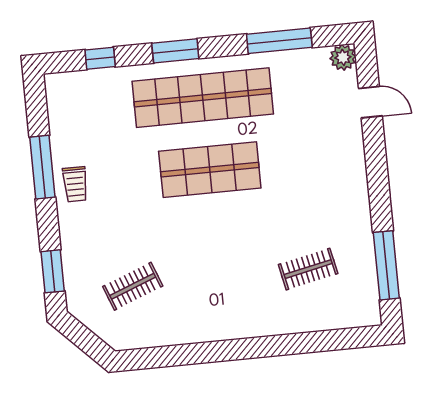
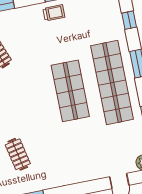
trolley: (75, 184) -> (54, 13), turned 180

